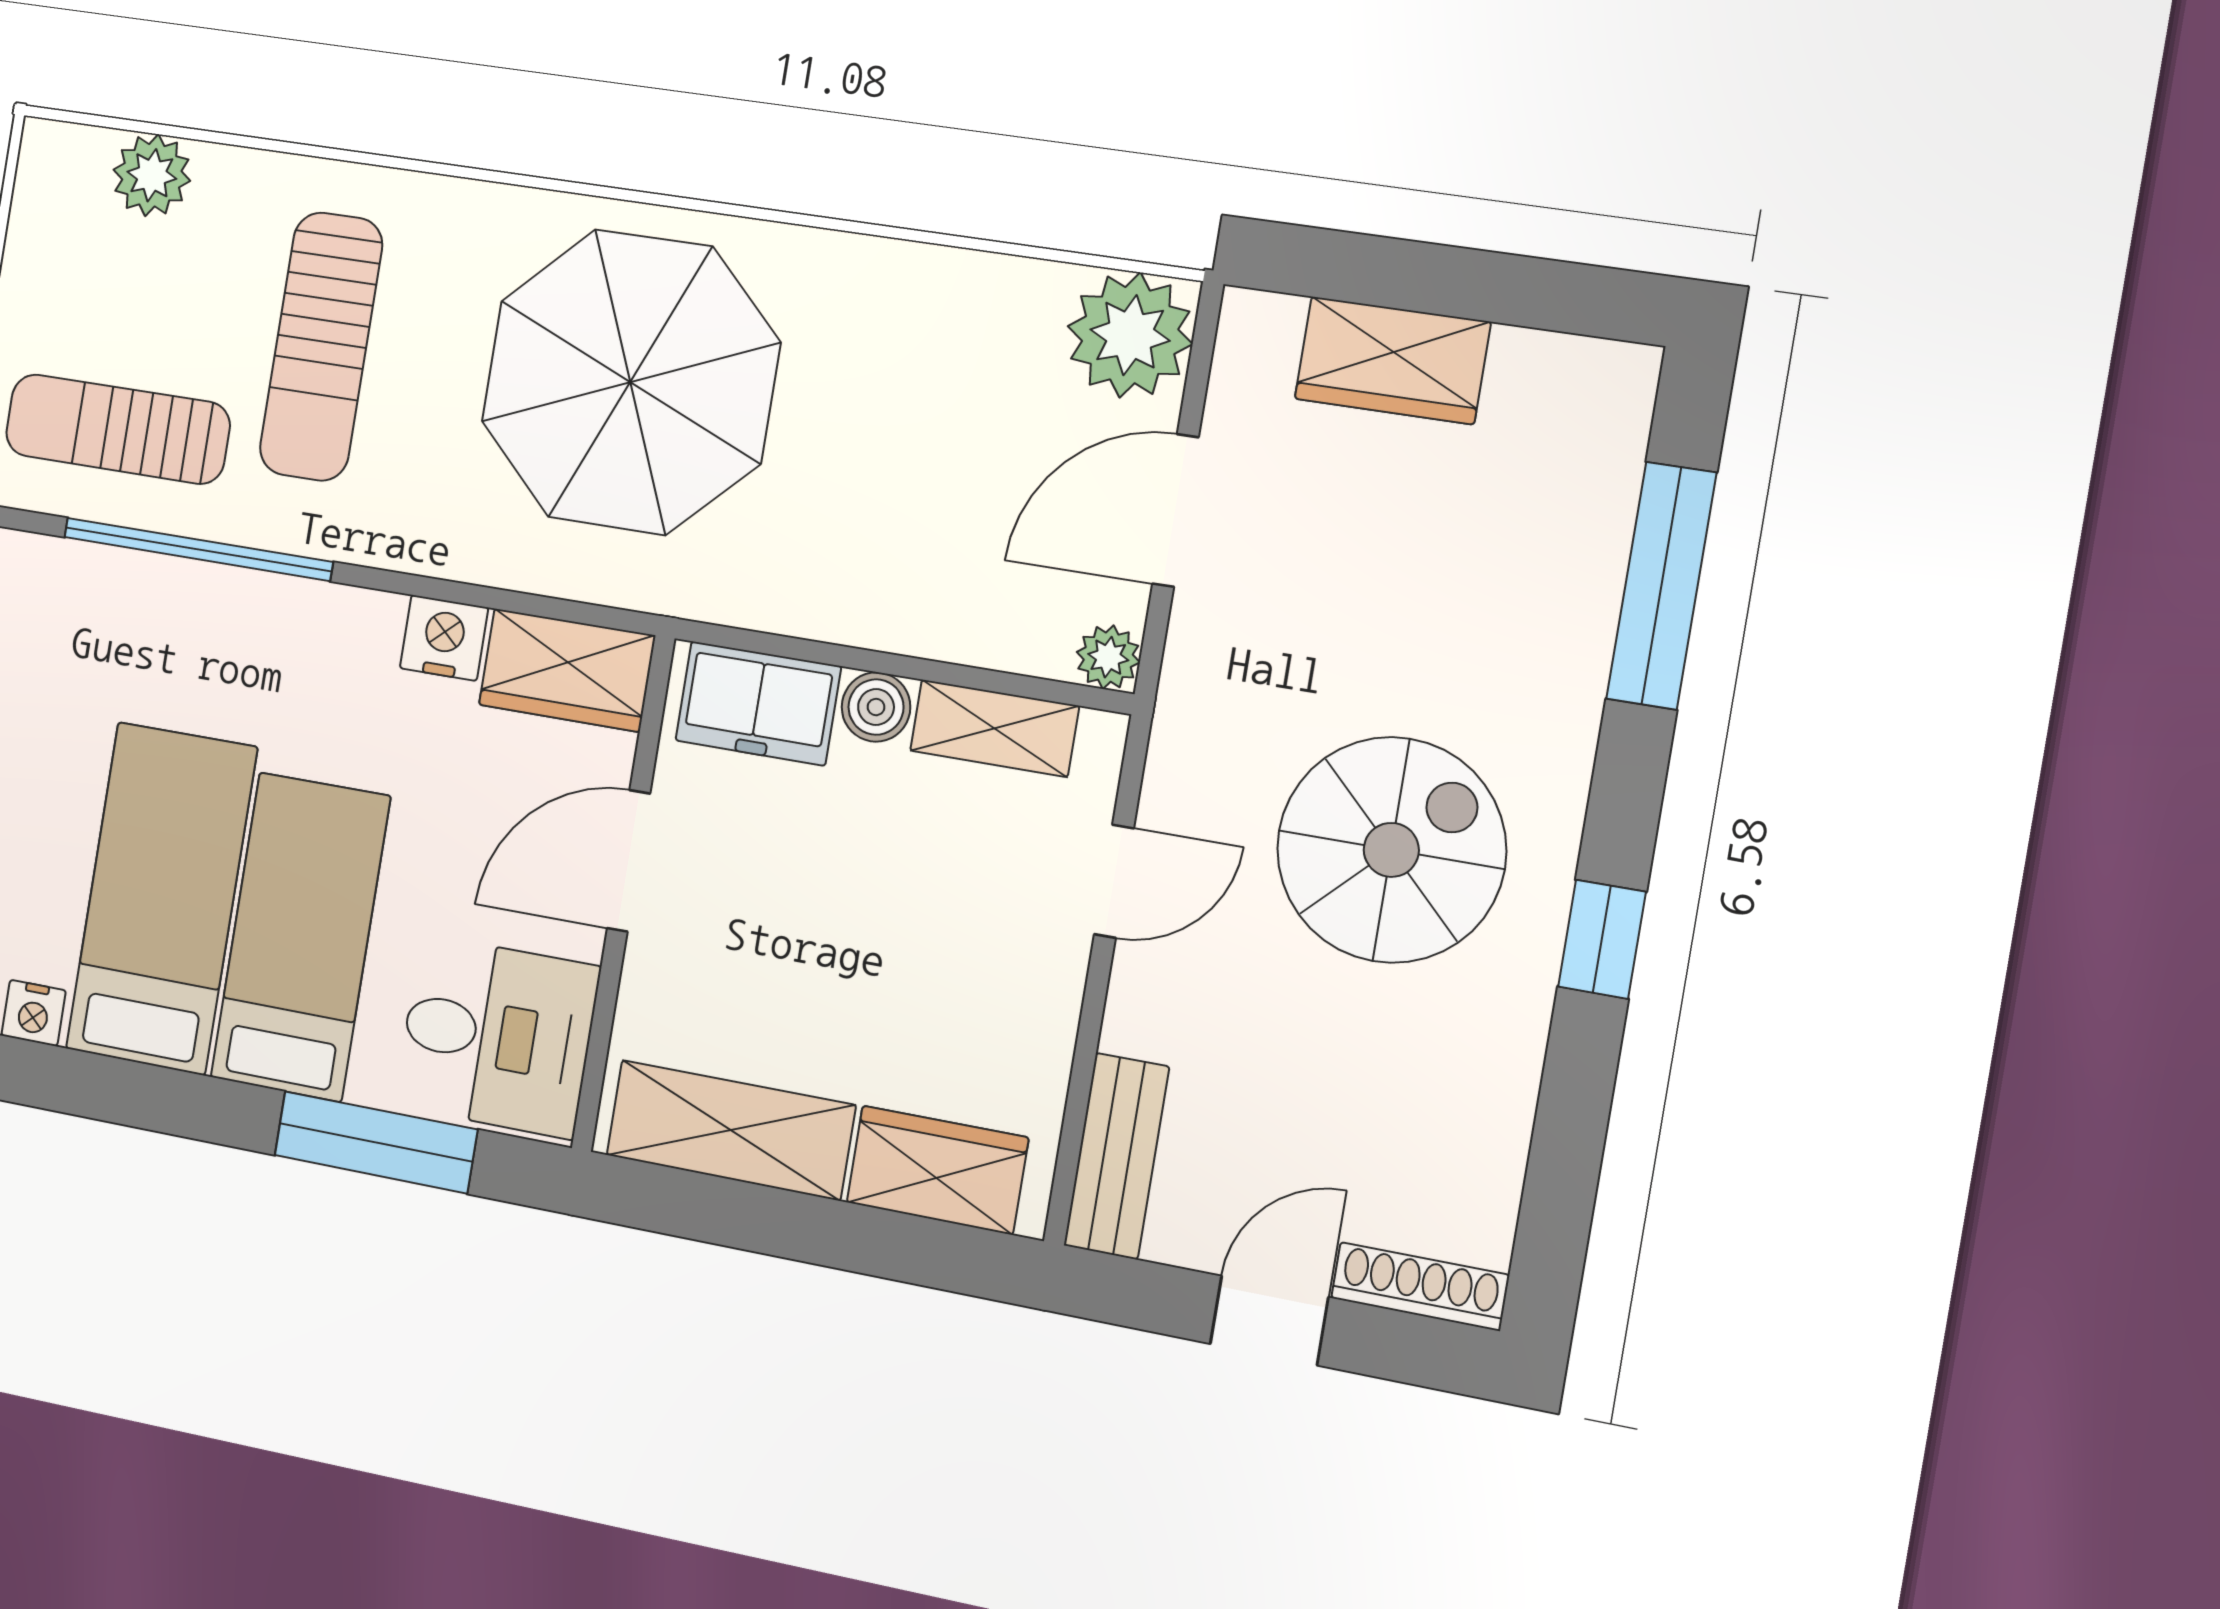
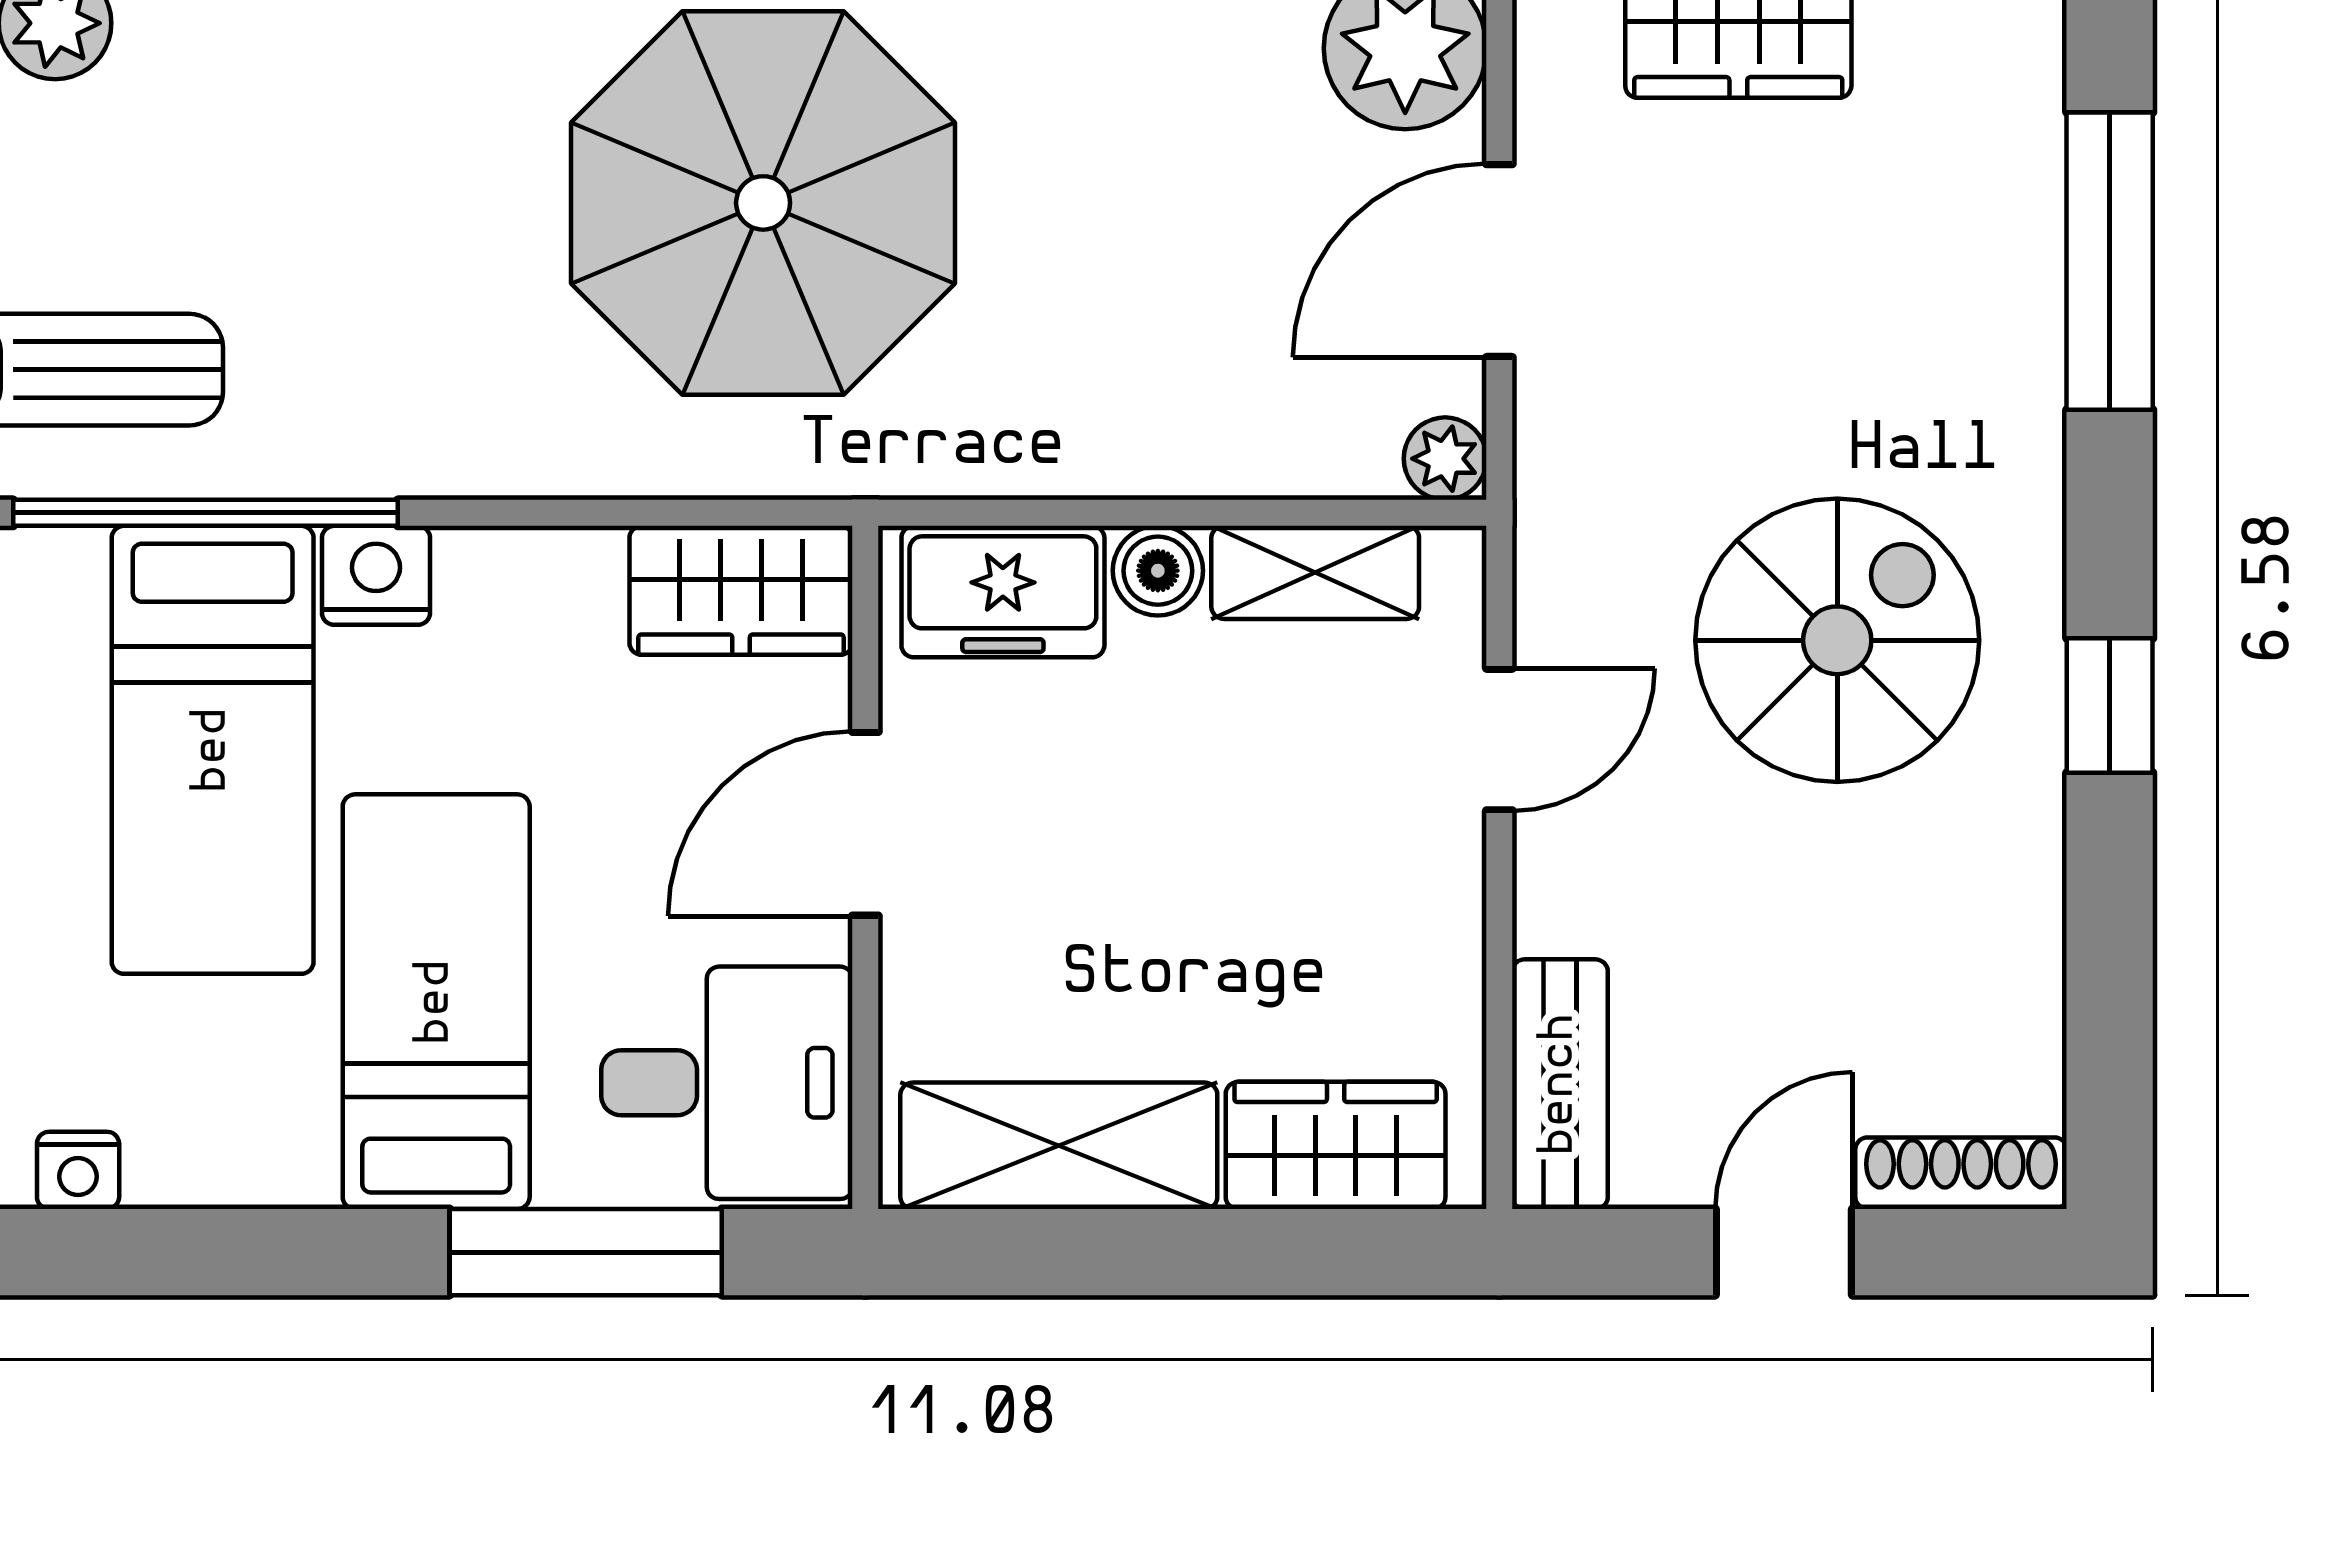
sun lounger: (321, 347) -> (332, 218), removed
nightstand: (444, 638) -> (376, 575), moved
bed: (161, 898) -> (213, 750), moved, turned 180

